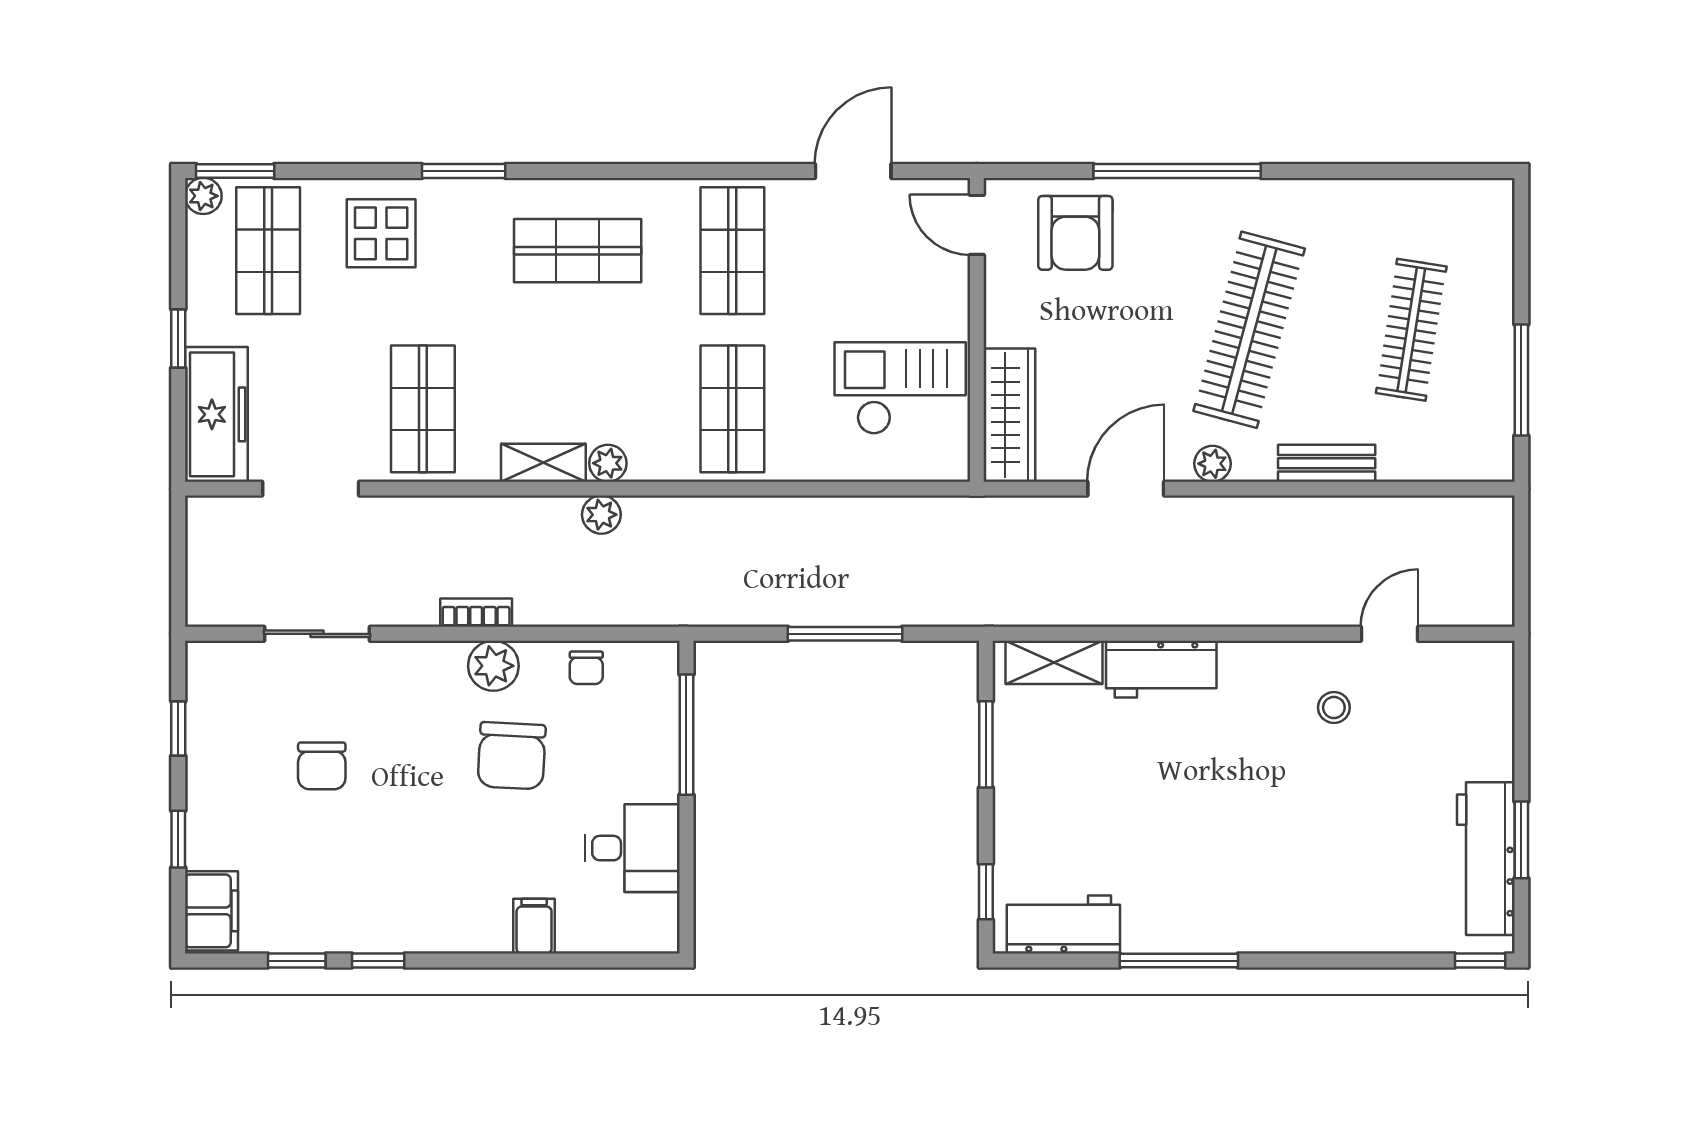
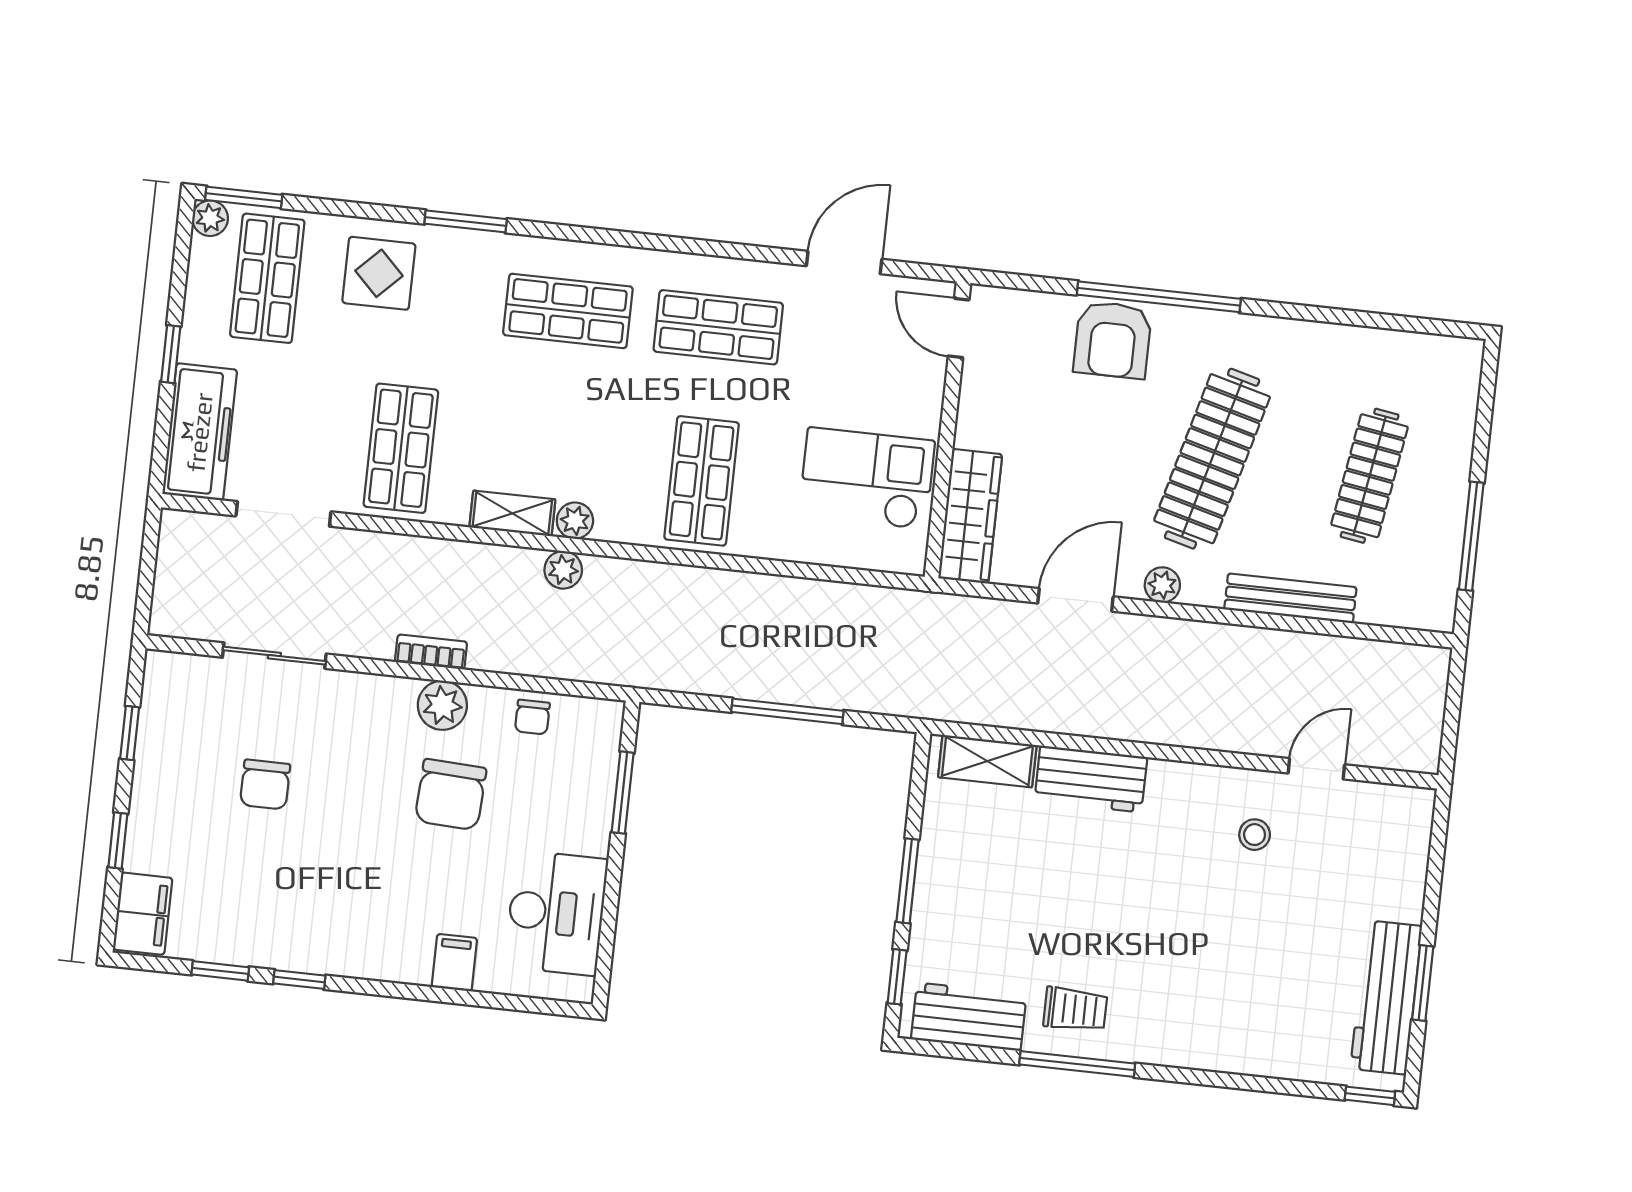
armchair: (1075, 233) -> (1113, 340), moved
shop shelf: (732, 251) -> (718, 327), turned 90
bench: (1327, 463) -> (1290, 598), width x1.36
window: (686, 735) -> (623, 793), width x0.69
window: (986, 744) -> (907, 881), moved
desk: (632, 848) -> (556, 913), width x1.37
trolley: (1171, 905) -> (1075, 1009), added

